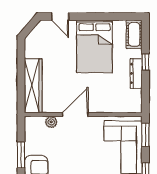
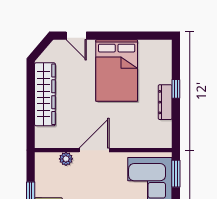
cot: (134, 34) -> (163, 56), removed
wardrobe: (33, 86) -> (45, 94), moved

